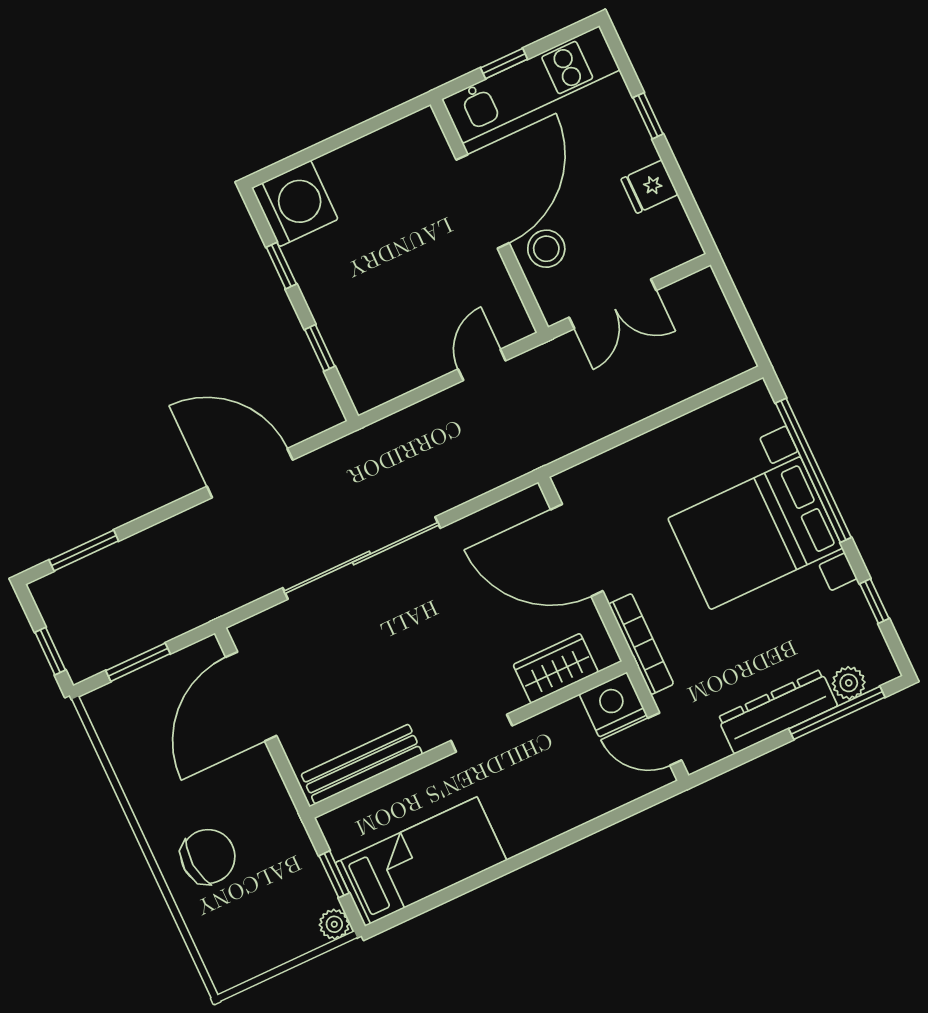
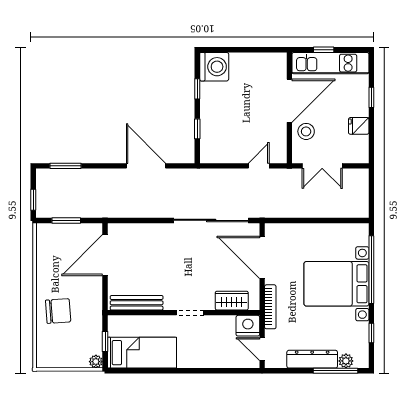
sliding door: (361, 558) -> (211, 220), moved

